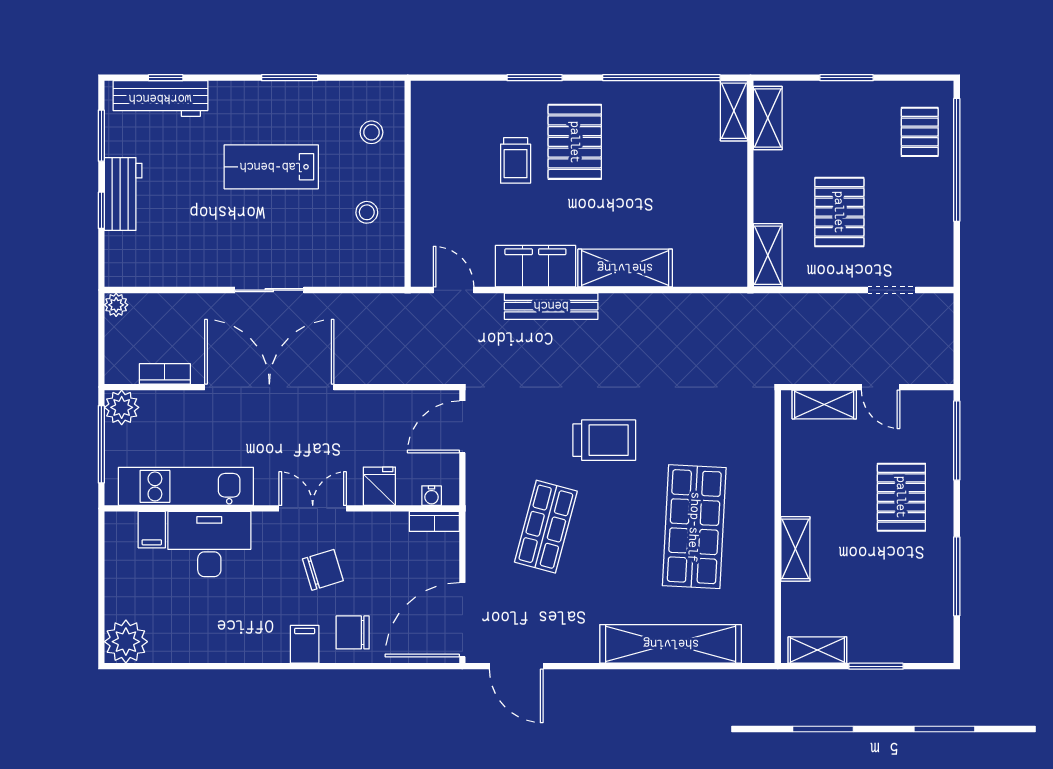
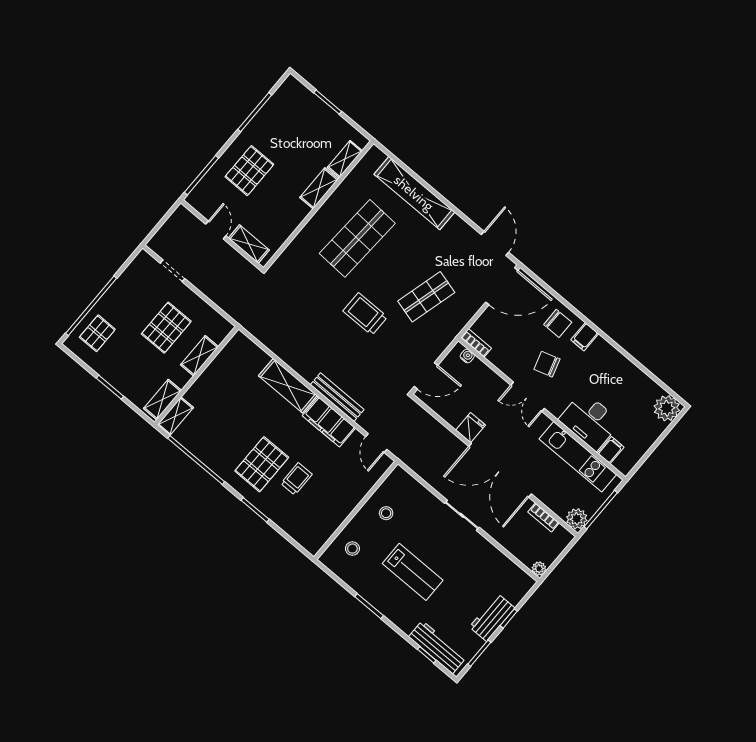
shelving: (768, 255) -> (200, 356), moved
fridge: (379, 486) -> (471, 428), moved, turned 180
shelving: (817, 650) -> (345, 159), moved, turned 90

